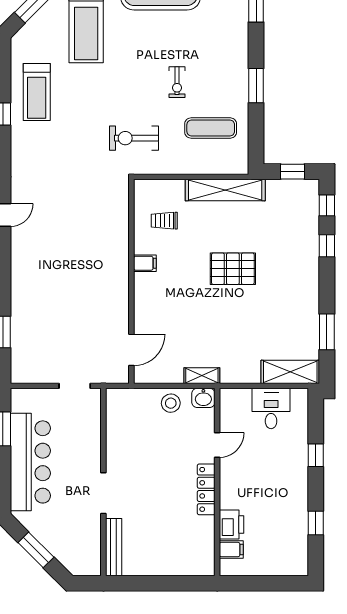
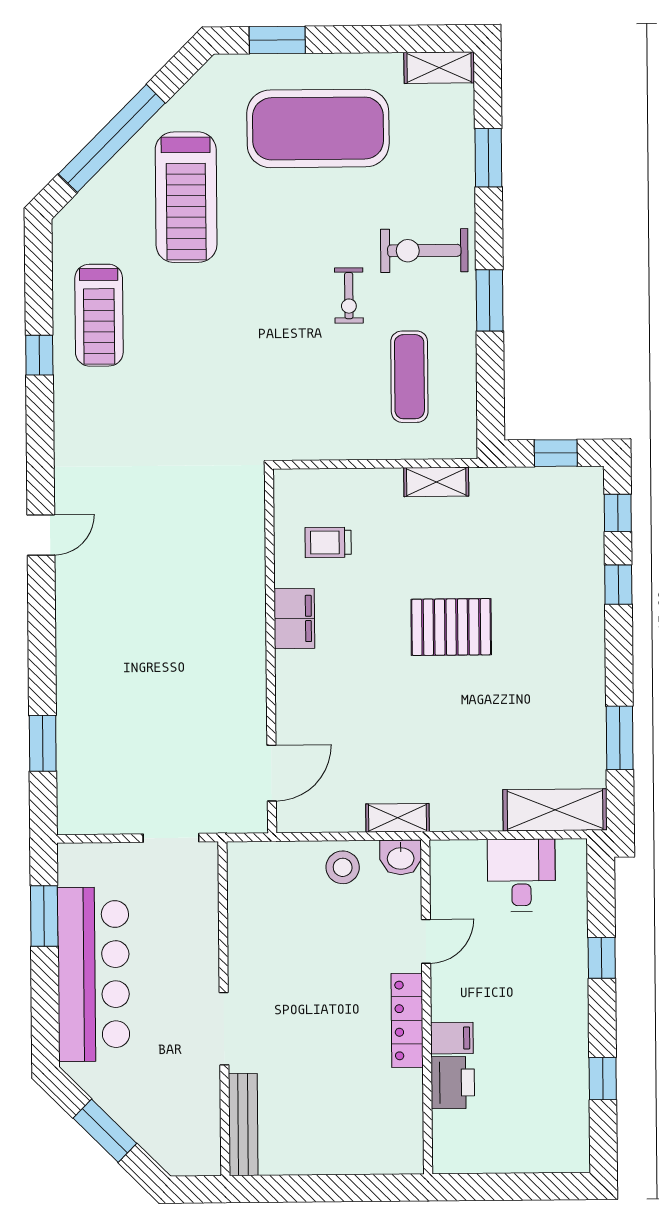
exercise mat: (211, 128) -> (409, 377), turned 90
exercise bike: (134, 138) -> (424, 251), moved
shelving: (225, 190) -> (436, 482), width x0.45, depth x0.75
filing cabinet: (145, 263) -> (294, 619), width x2.00
filing cabinet: (231, 550) -> (452, 1038), moved

